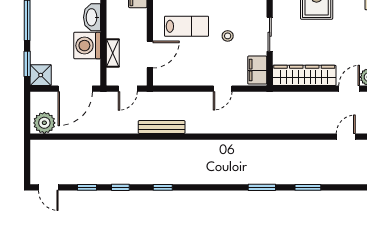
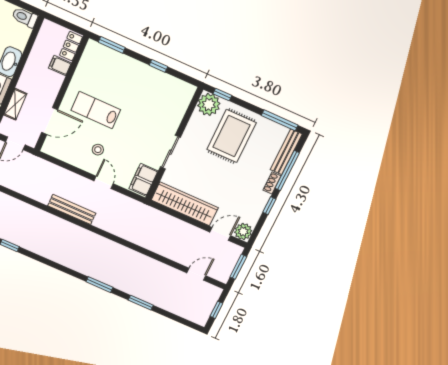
lab bench: (187, 26) -> (96, 110), turned 180
stool: (228, 36) -> (98, 150), moved
door: (223, 89) -> (104, 182), swing flipped
bench: (162, 127) -> (72, 209), moved

